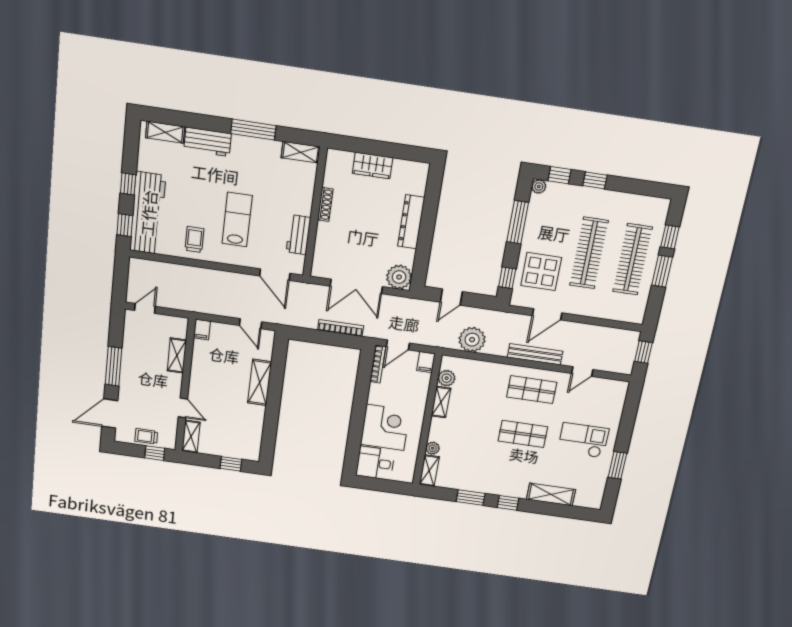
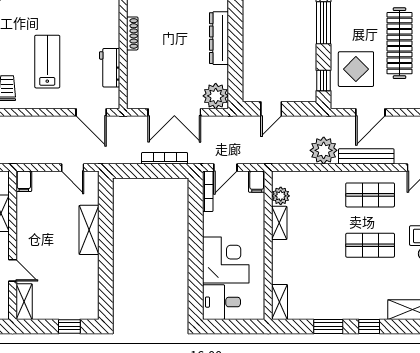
plant: (472, 340) -> (324, 150), moved
plant: (433, 448) -> (279, 276), removed

